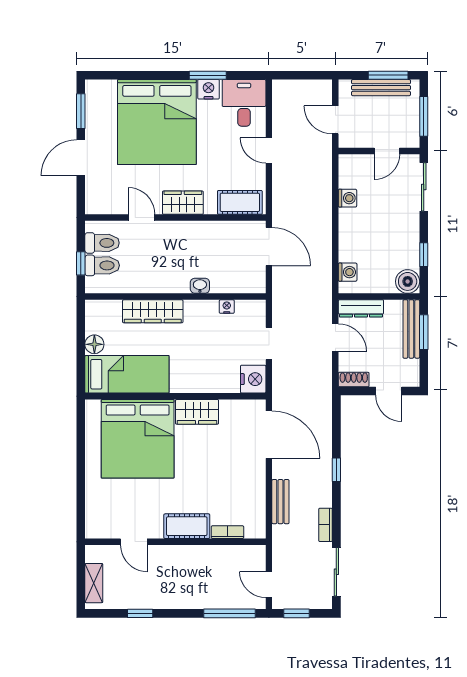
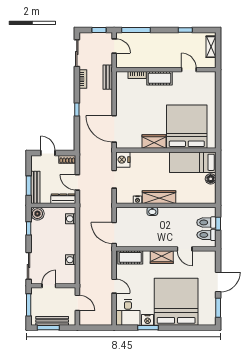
wardrobe: (153, 311) -> (159, 197), moved
bench: (280, 502) -> (108, 77), moved

